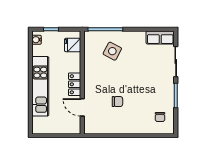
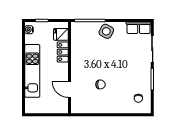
side table: (112, 51) -> (106, 31), moved
locker: (75, 84) -> (63, 52), moved

